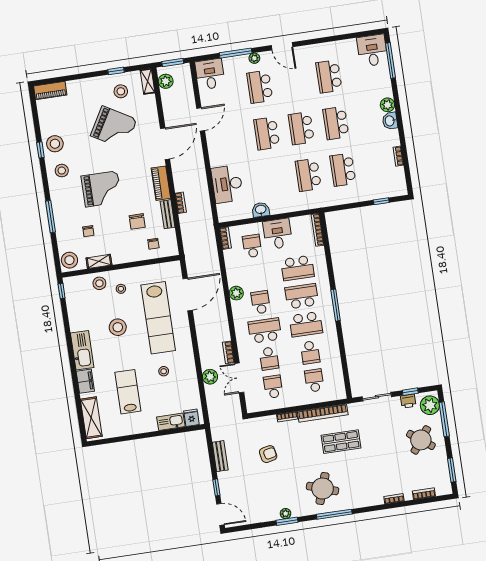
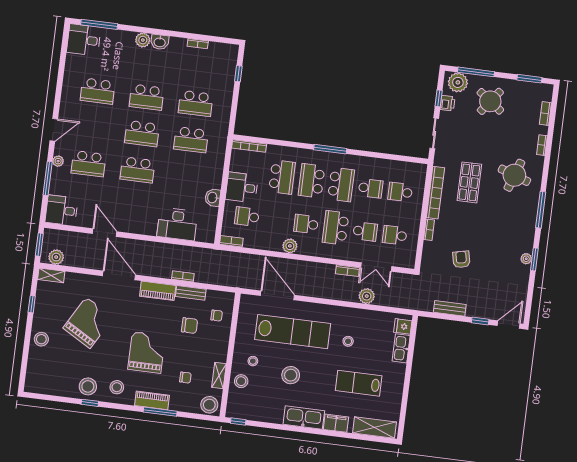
piano: (50, 91) -> (152, 400), moved, turned -90
stool: (121, 91) -> (41, 339), moved
round table: (323, 489) -> (514, 175), moved

